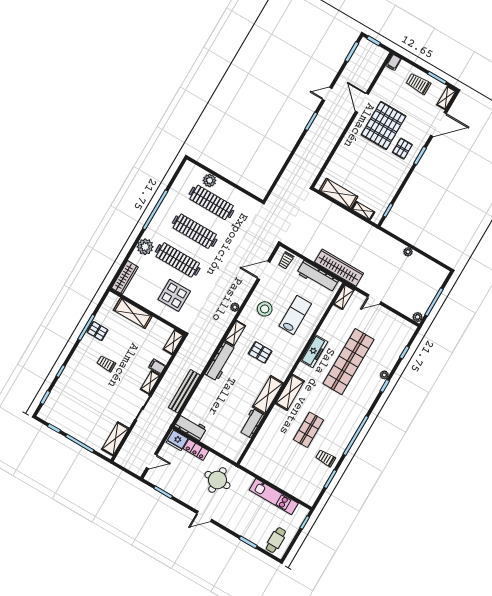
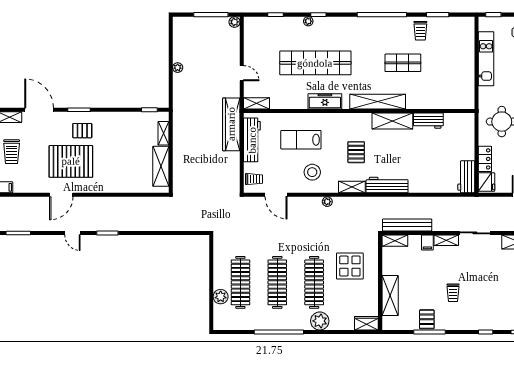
wardrobe: (125, 277) -> (366, 323), width x0.67
bench: (184, 391) -> (407, 225), moved
shelving: (290, 392) -> (378, 102), width x1.47

